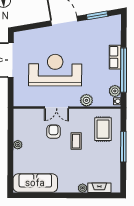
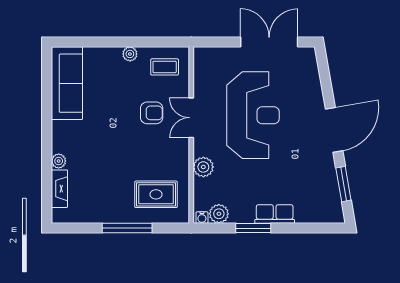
window: (124, 70) -> (253, 228), width x0.47
coffee table: (76, 141) -> (165, 67), moved

